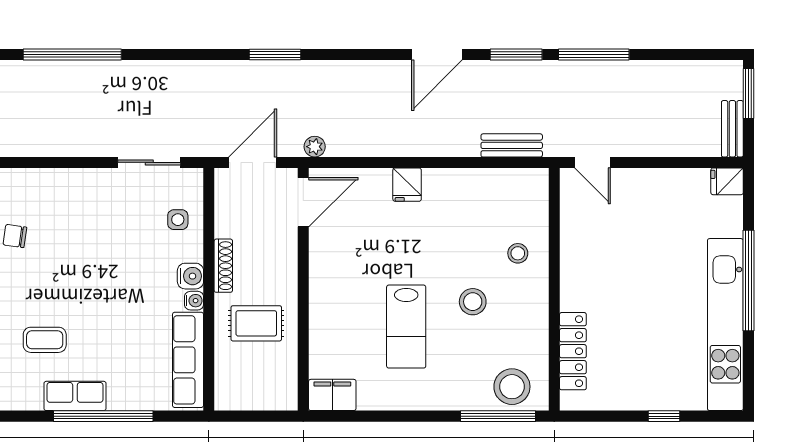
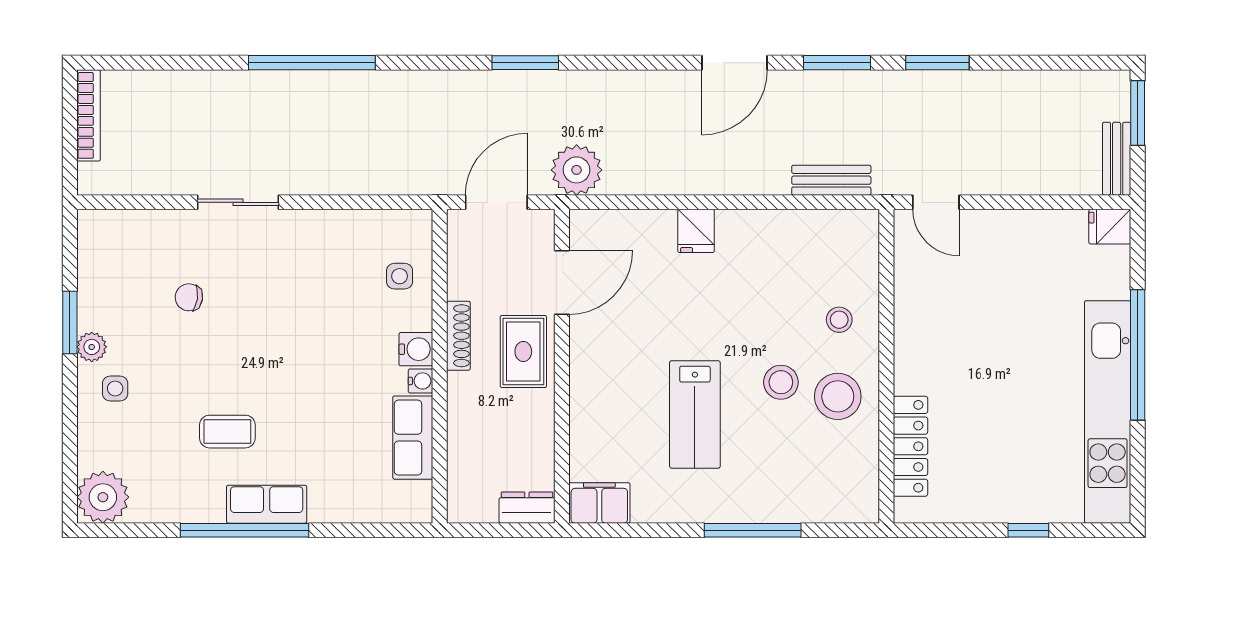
window: (72, 55) -> (312, 63), moved
window: (594, 55) -> (937, 63), width x0.69
plant: (315, 147) -> (577, 170), width x1.88, depth x1.88
sliding door: (149, 162) -> (238, 202), moved
door: (303, 202) -> (562, 282), moved
rug: (256, 323) -> (523, 352), moved, turned 90
row of seats: (188, 360) -> (413, 438), width x0.68
stool: (512, 387) -> (838, 396), moved
dresser: (276, 399) -> (527, 508), added
window: (103, 416) -> (245, 530), moved
window: (498, 416) -> (753, 530), moved

